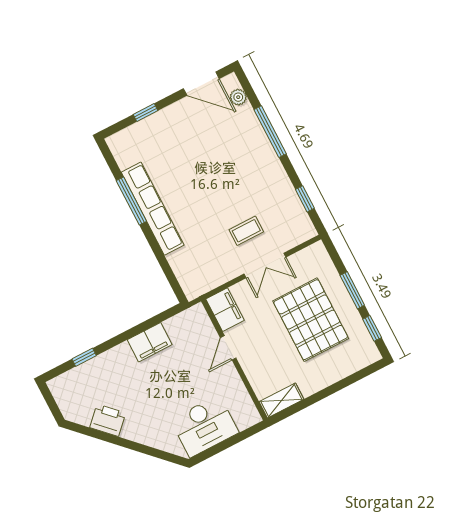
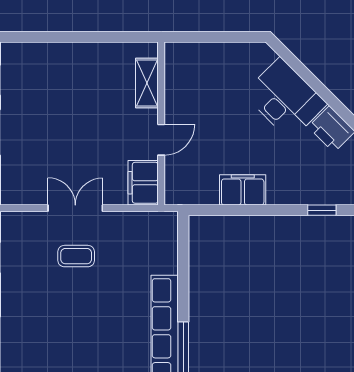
pallet: (311, 320) -> (56, 124), removed
shelving: (281, 401) -> (147, 83), moved, turned 90
desk: (205, 426) -> (285, 99), moved, turned 45

